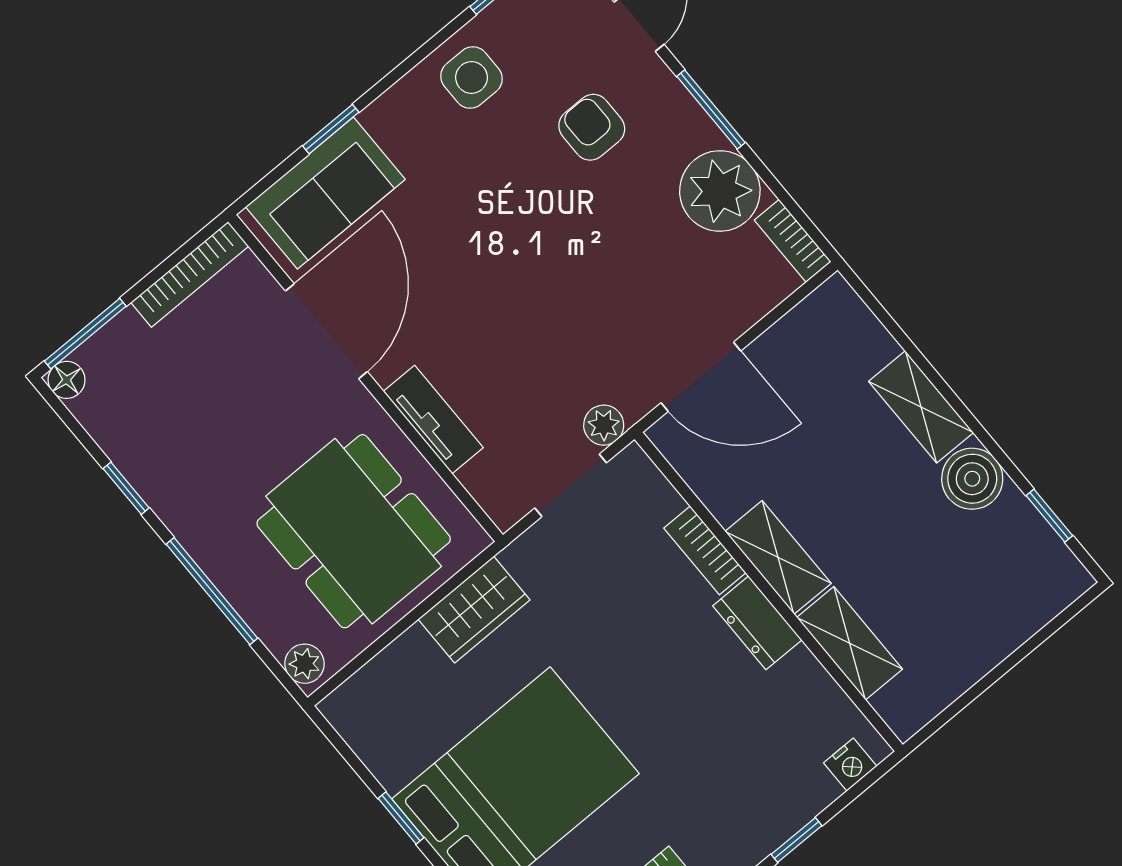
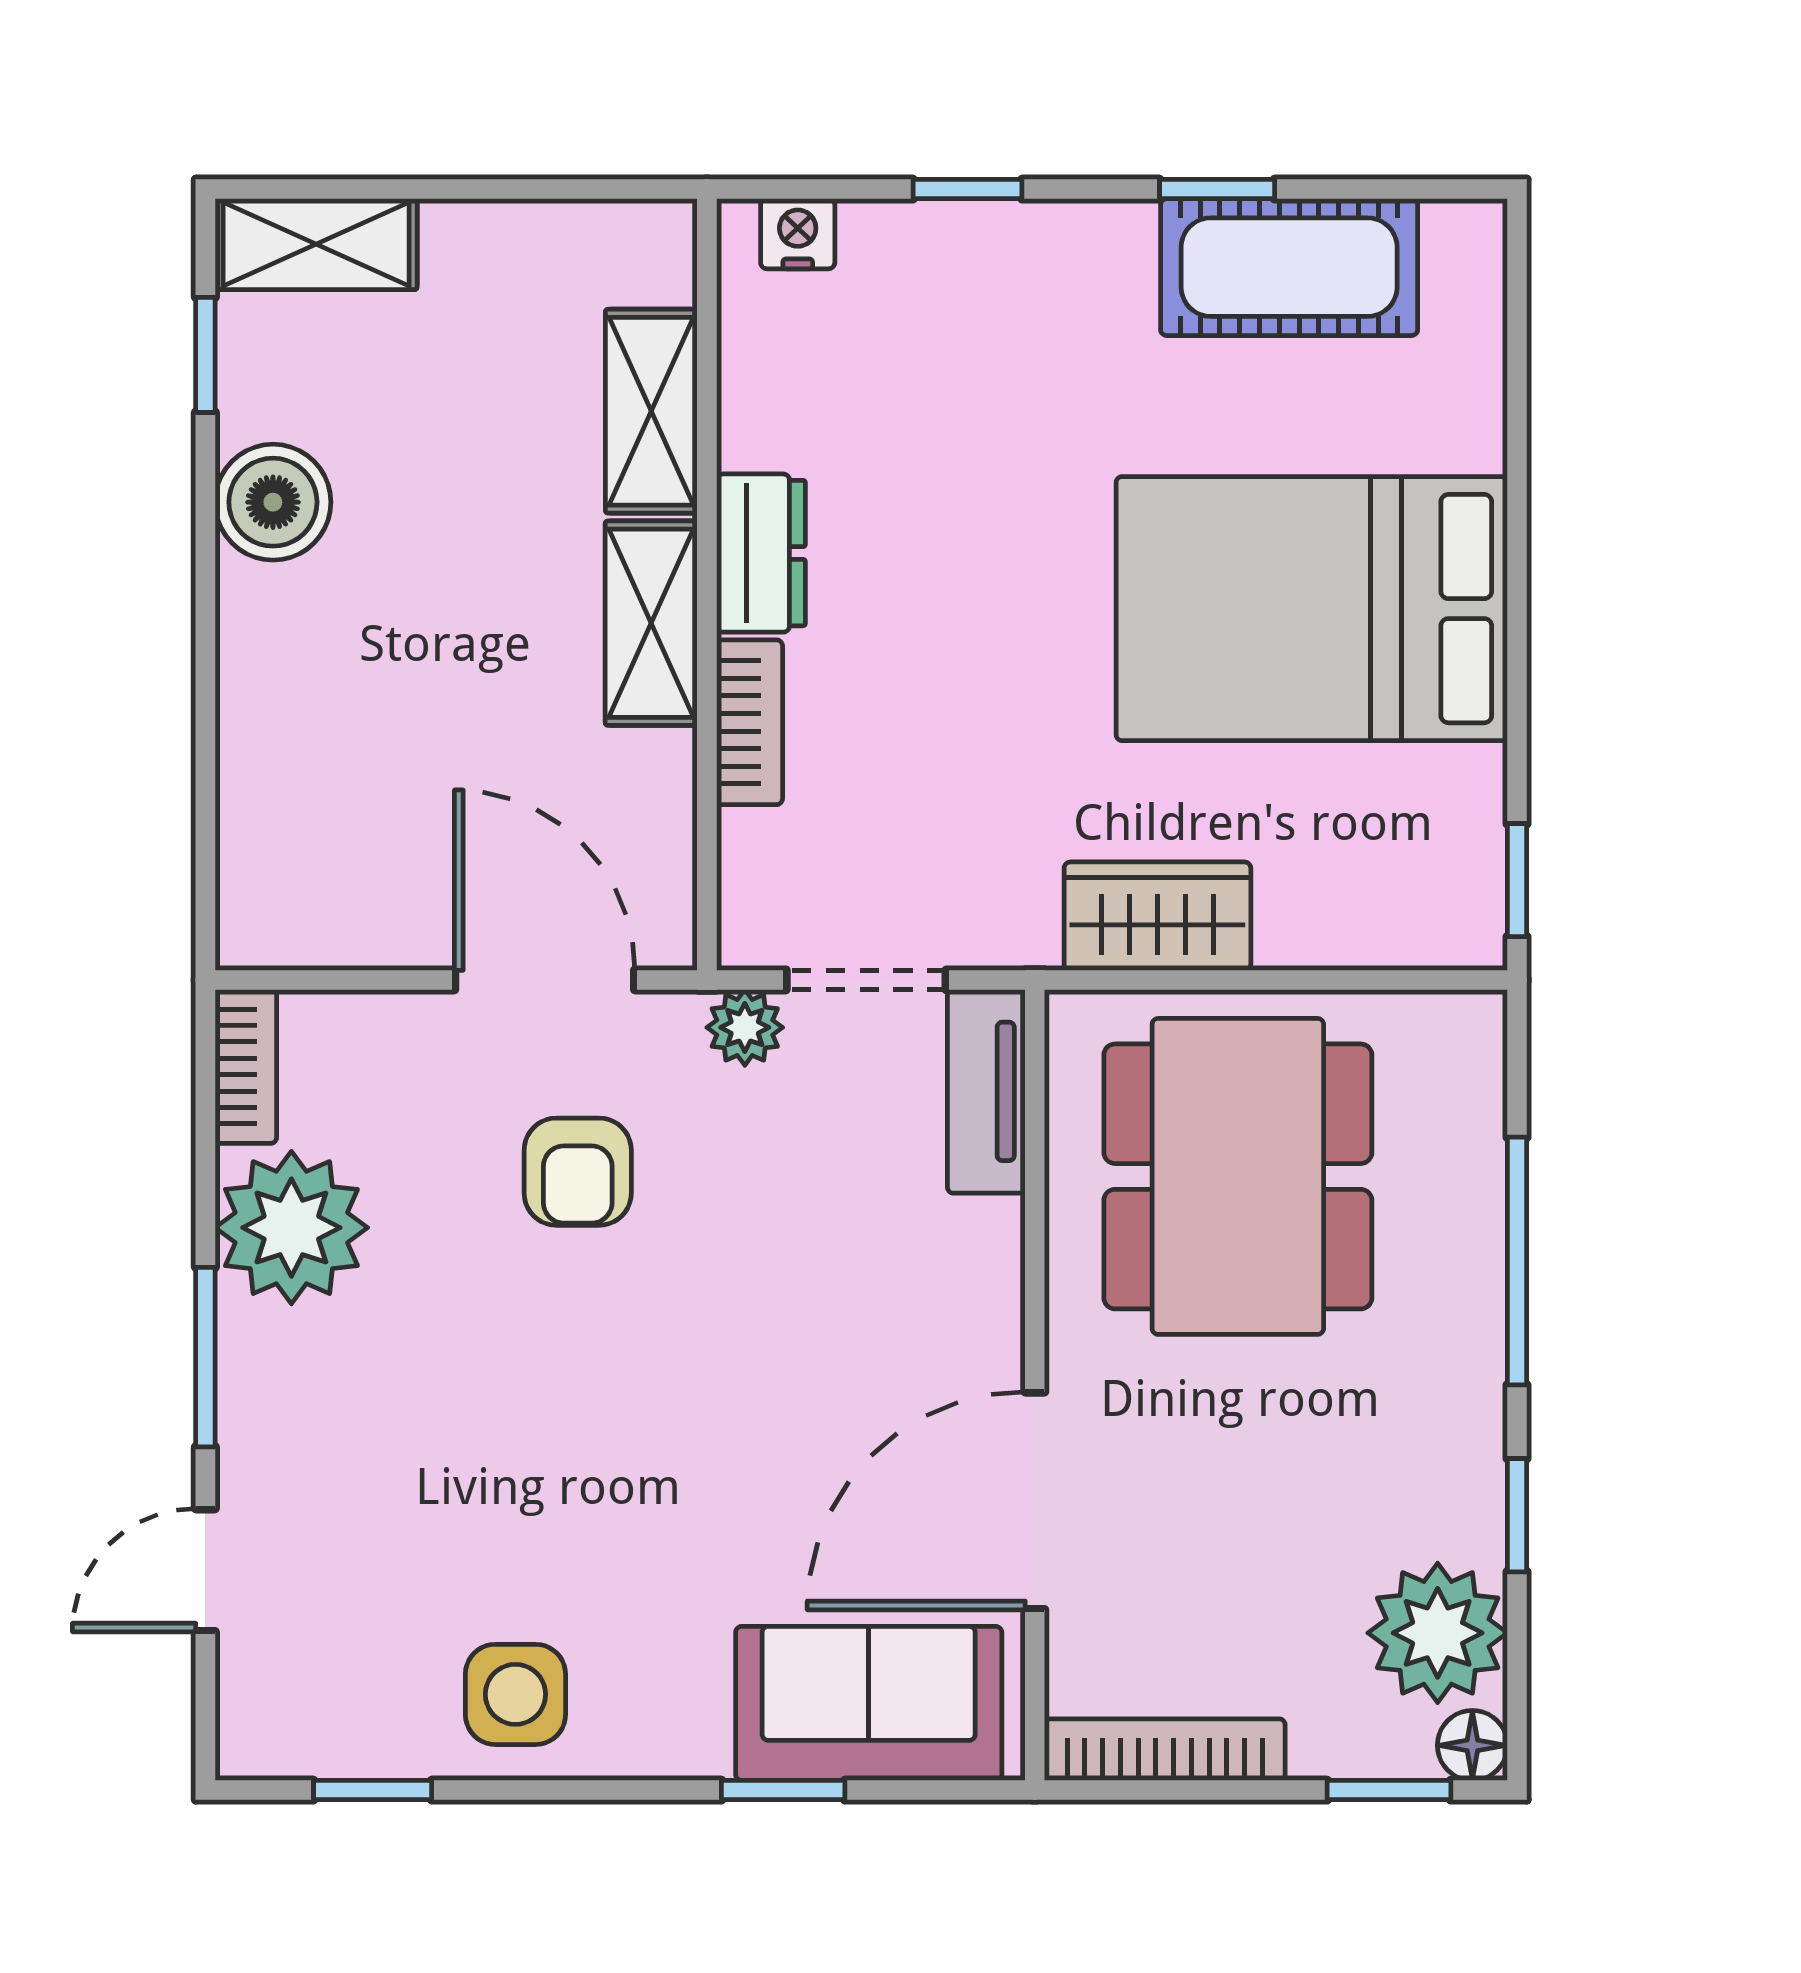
armchair: (592, 127) -> (578, 1172), moved
window: (85, 334) -> (1389, 1790), width x0.67
shelving: (921, 407) -> (316, 244), moved, turned 90
tv unit: (433, 420) -> (986, 1091), moved
plant: (305, 664) -> (1438, 1633), moved, width x1.88, depth x1.88
window: (401, 818) -> (1517, 880), moved

